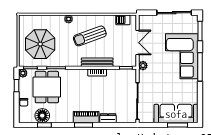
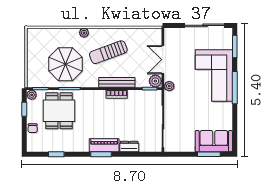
barbecue: (123, 20) -> (146, 34), removed
double door: (137, 43) -> (163, 60), swing flipped
parasol: (40, 44) -> (65, 64), moved
plant: (131, 61) -> (155, 81), added
sofa: (176, 114) -> (214, 141), width x0.73
floor lamp: (42, 116) -> (54, 144), removed

